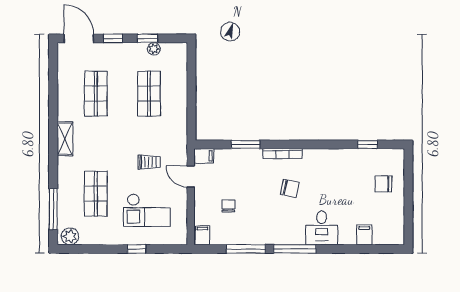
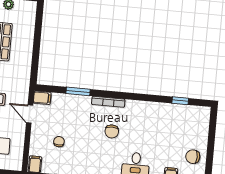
chair: (383, 184) -> (193, 157), moved
chair: (290, 188) -> (112, 131), turned 78

